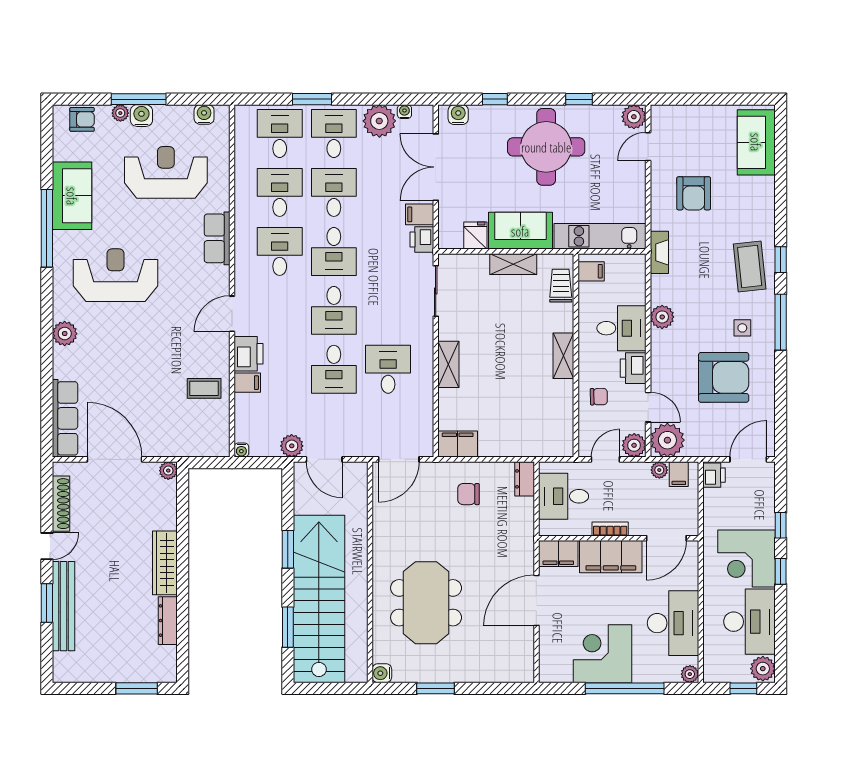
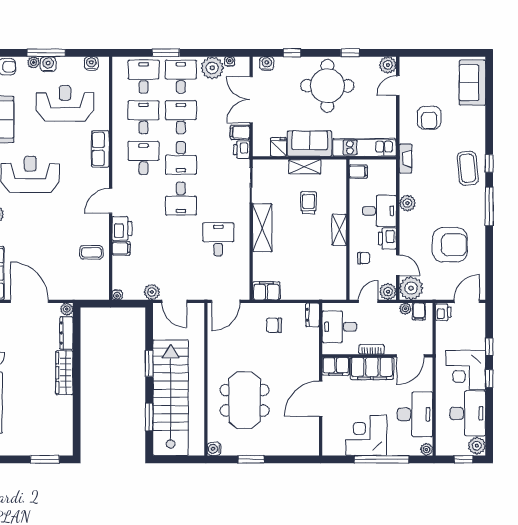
trolley: (561, 286) -> (308, 203), moved
side table: (742, 328) -> (463, 211), removed
shelving: (448, 364) -> (262, 228), width x1.50, depth x1.33
desk: (334, 369) -> (181, 239), removed
dresser: (168, 621) -> (66, 333), moved

